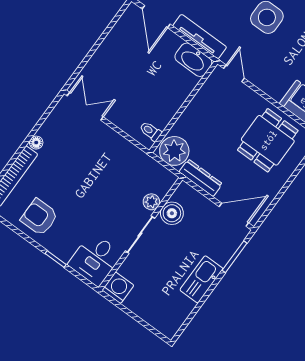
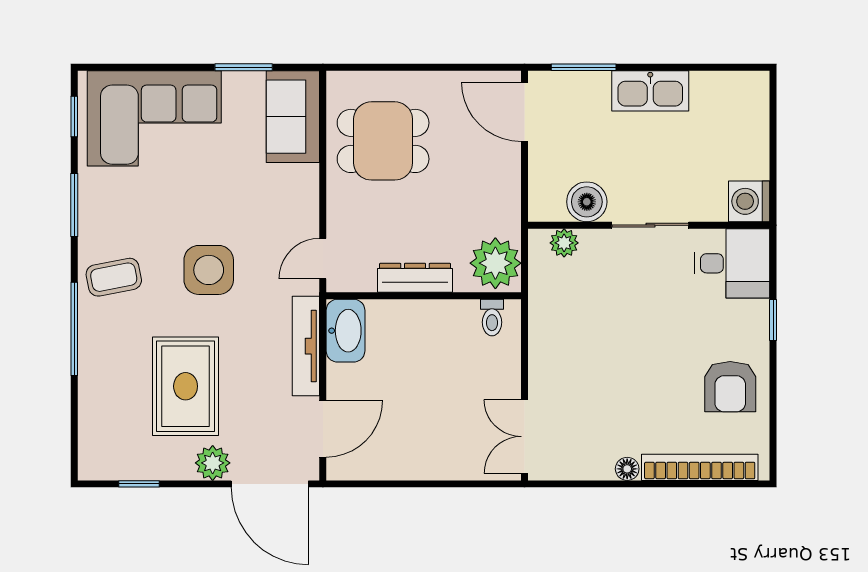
dresser: (201, 178) -> (415, 278), moved, turned 90
plant: (151, 202) -> (564, 243), moved

